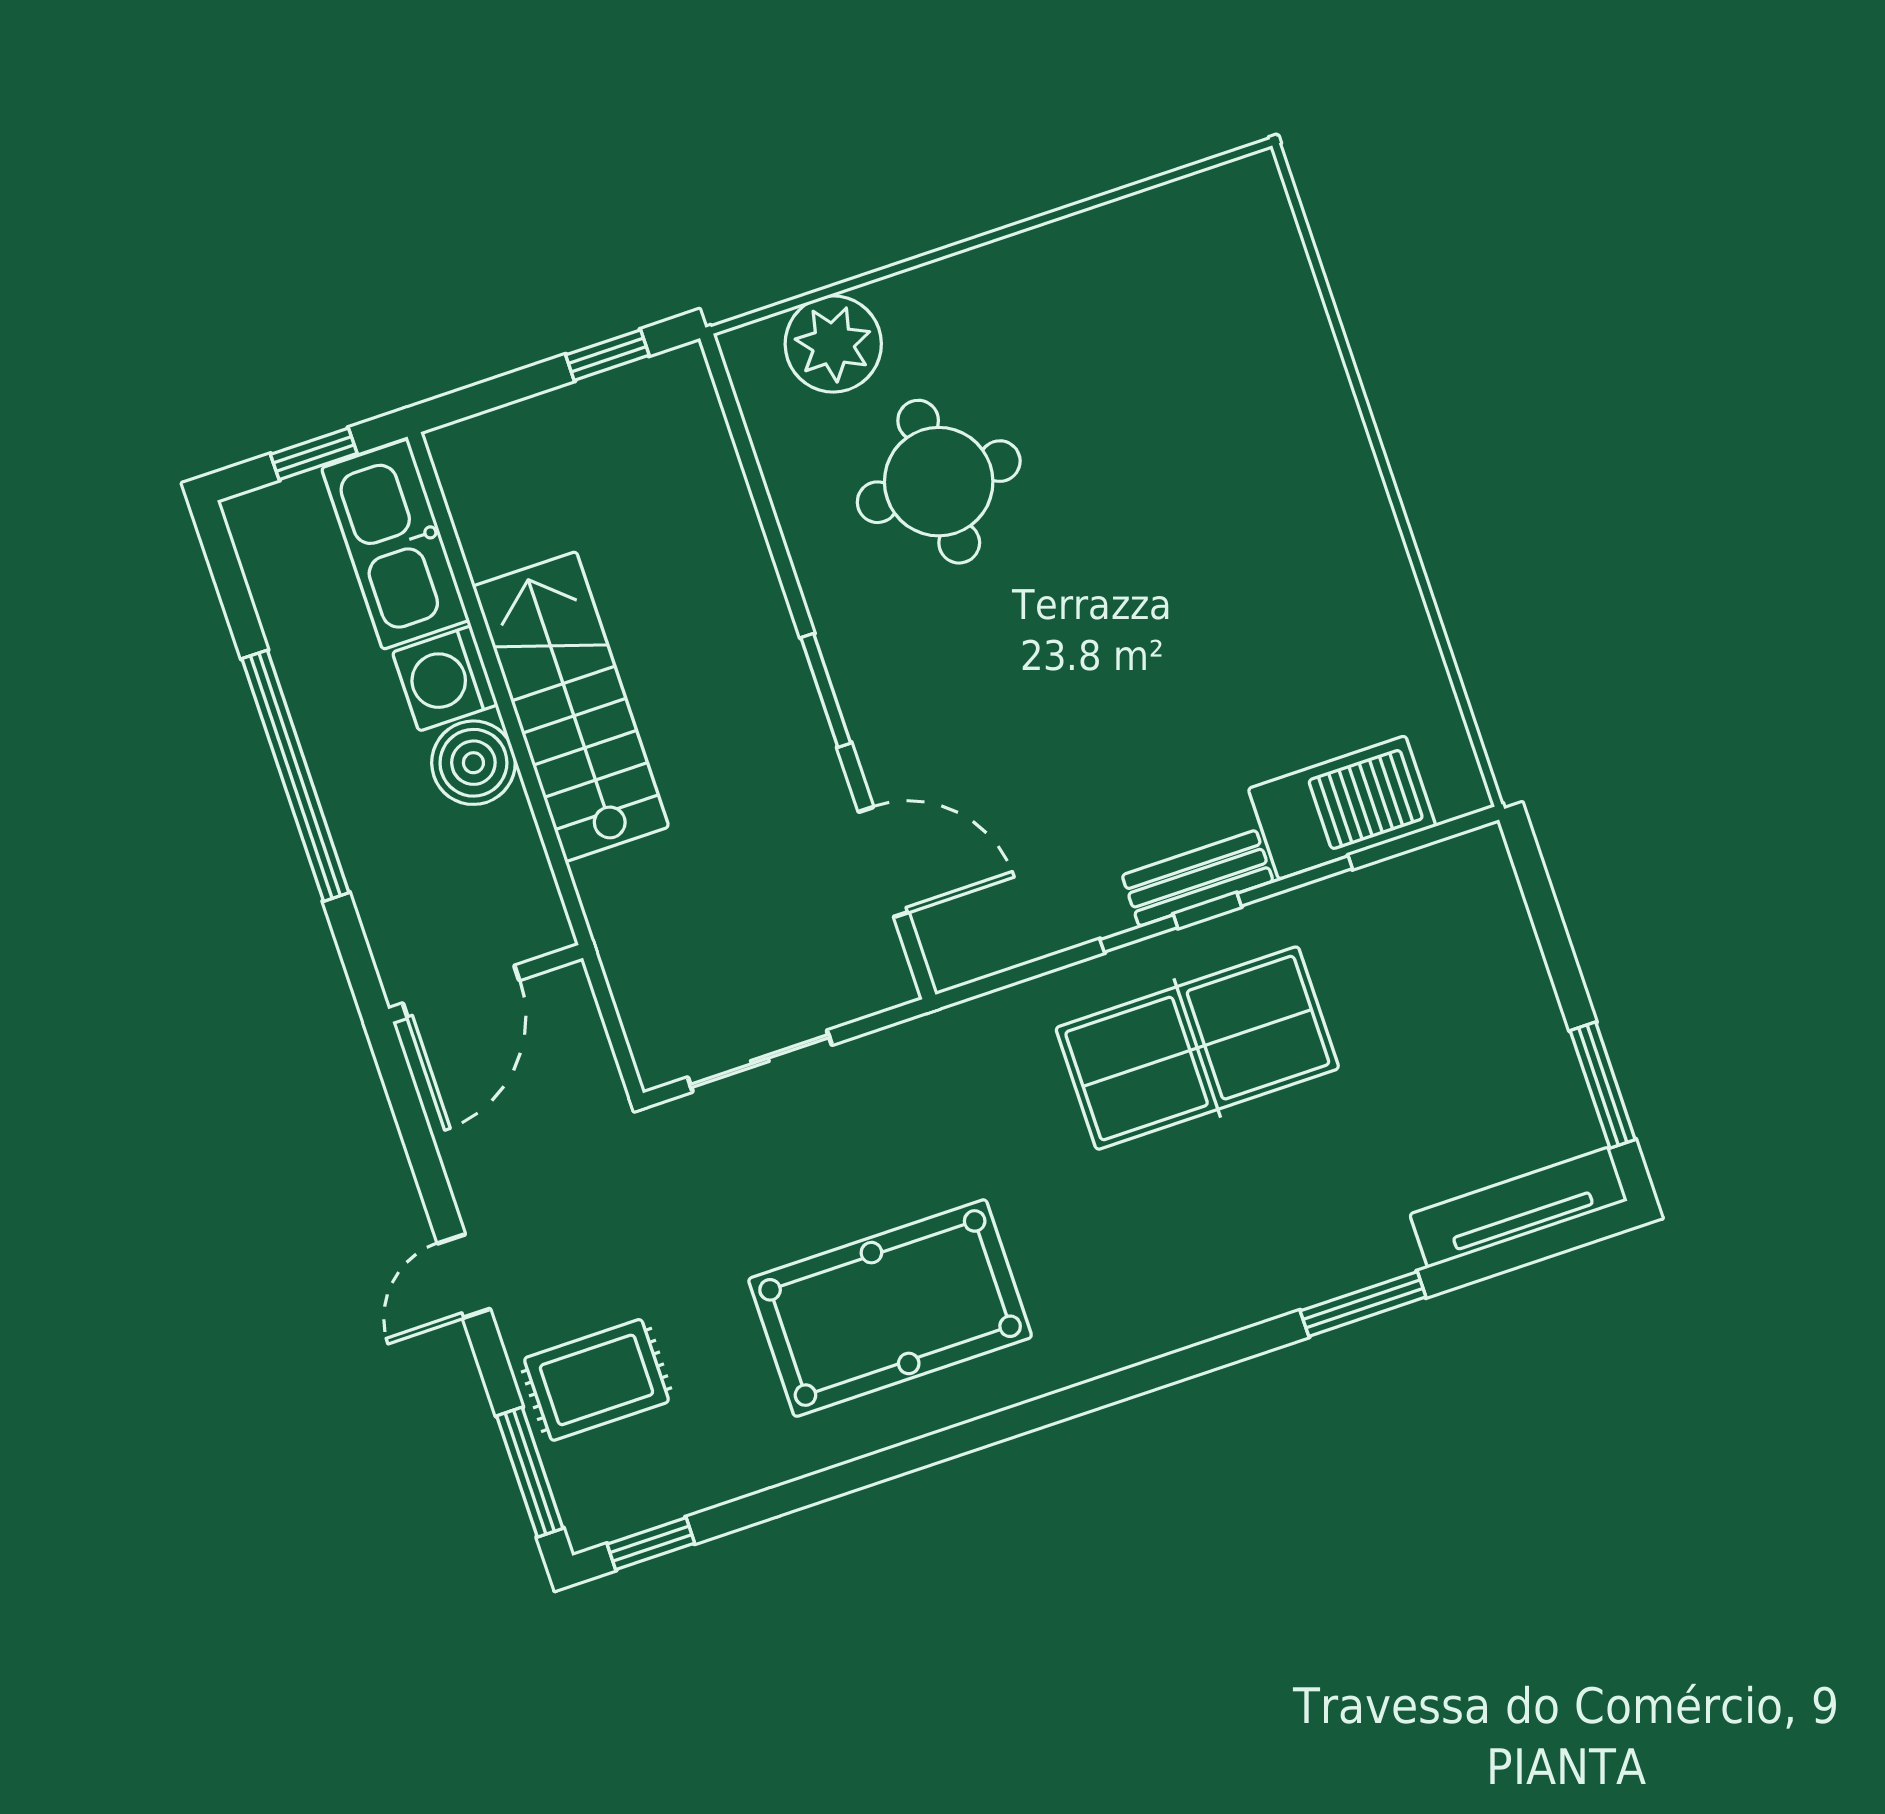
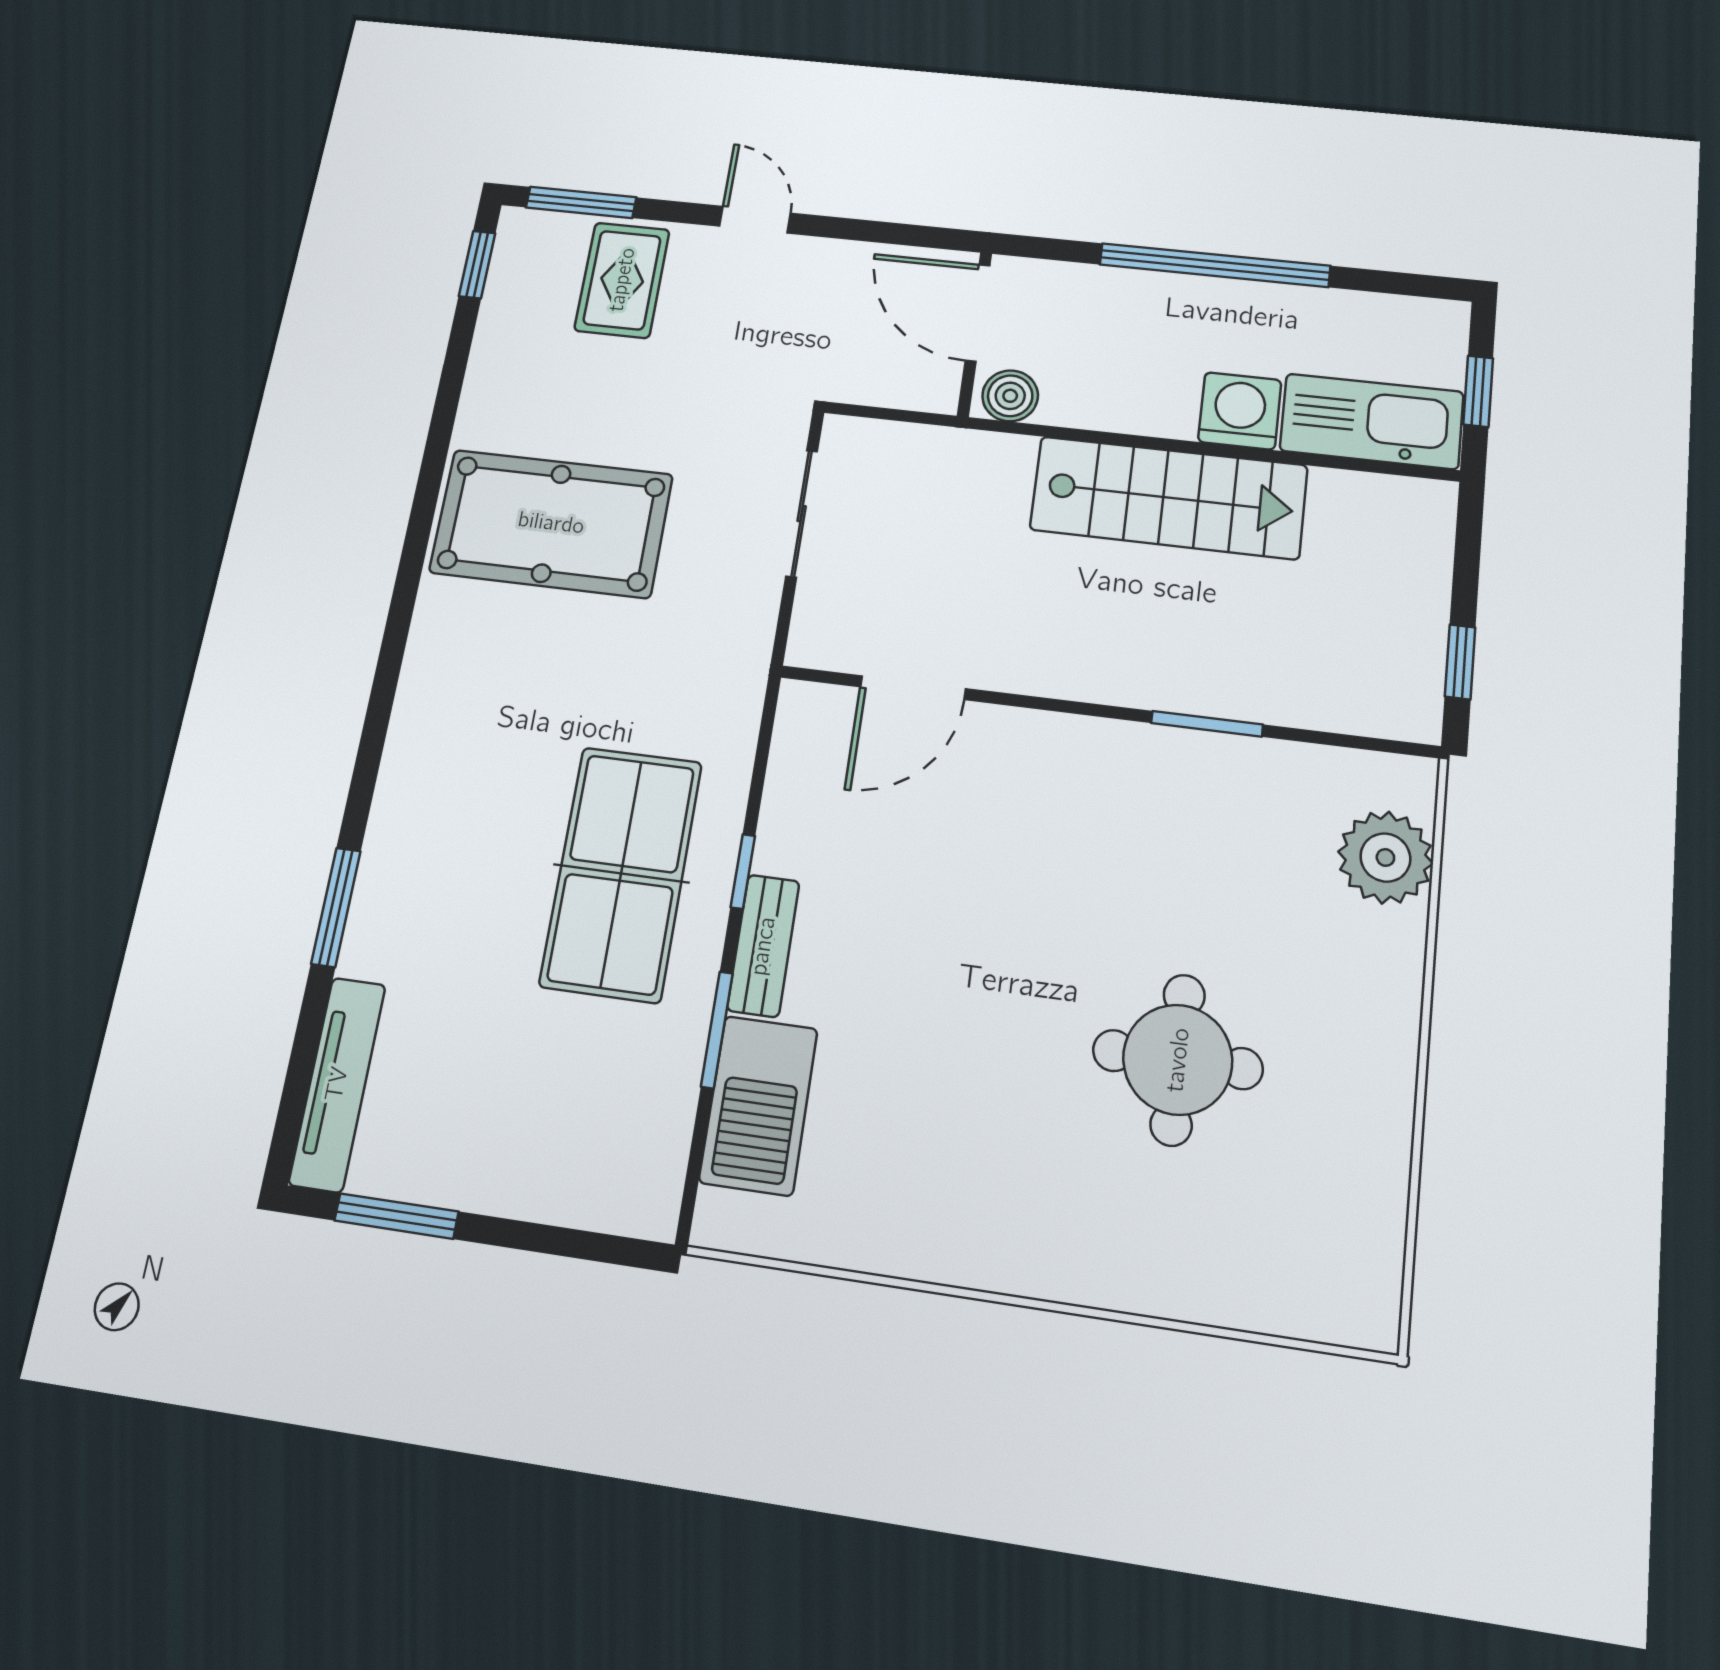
round table: (939, 482) -> (1178, 1060), moved
window: (826, 690) -> (1207, 724), moved
boiler: (473, 763) -> (1010, 396), moved, width x0.73, depth x0.73
pool table: (890, 1308) -> (551, 523), turned 90

